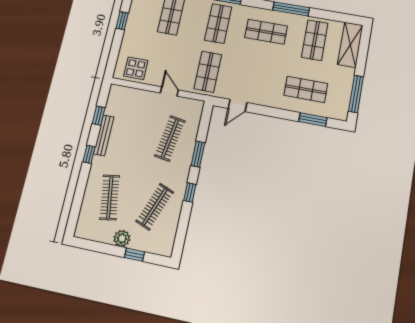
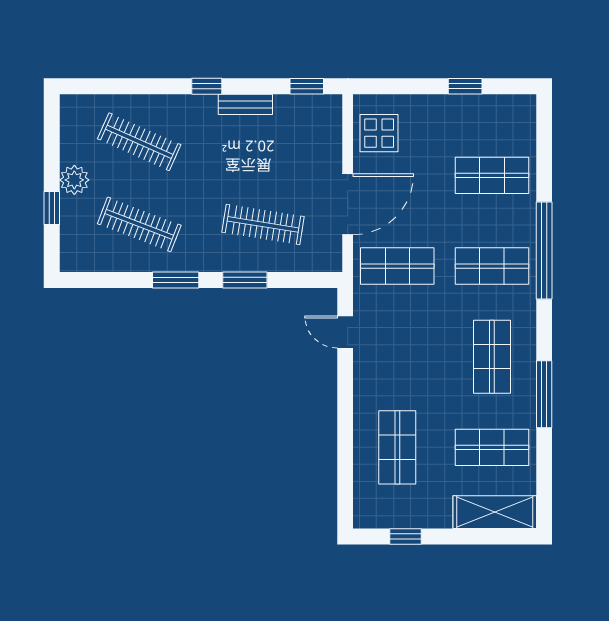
door: (169, 91) -> (348, 204), width x1.88
window: (356, 94) -> (406, 537), width x0.46
window: (99, 116) -> (307, 86), moved
window: (313, 120) -> (345, 469), removed
bench: (104, 135) -> (245, 104), width x0.73
window: (190, 192) -> (176, 280), width x1.50
clothes rail: (110, 197) -> (139, 142), turned 33

